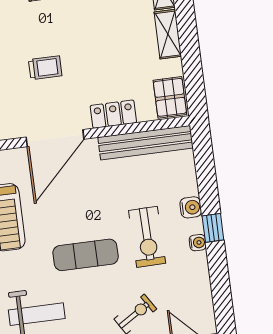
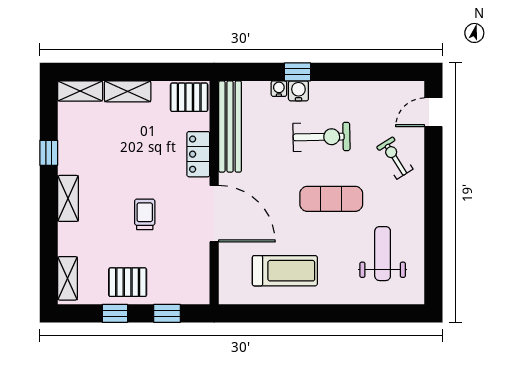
window: (213, 228) -> (298, 72), moved
water cooler: (198, 243) -> (279, 89), moved
exercise mat: (86, 255) -> (331, 199), turned 90

